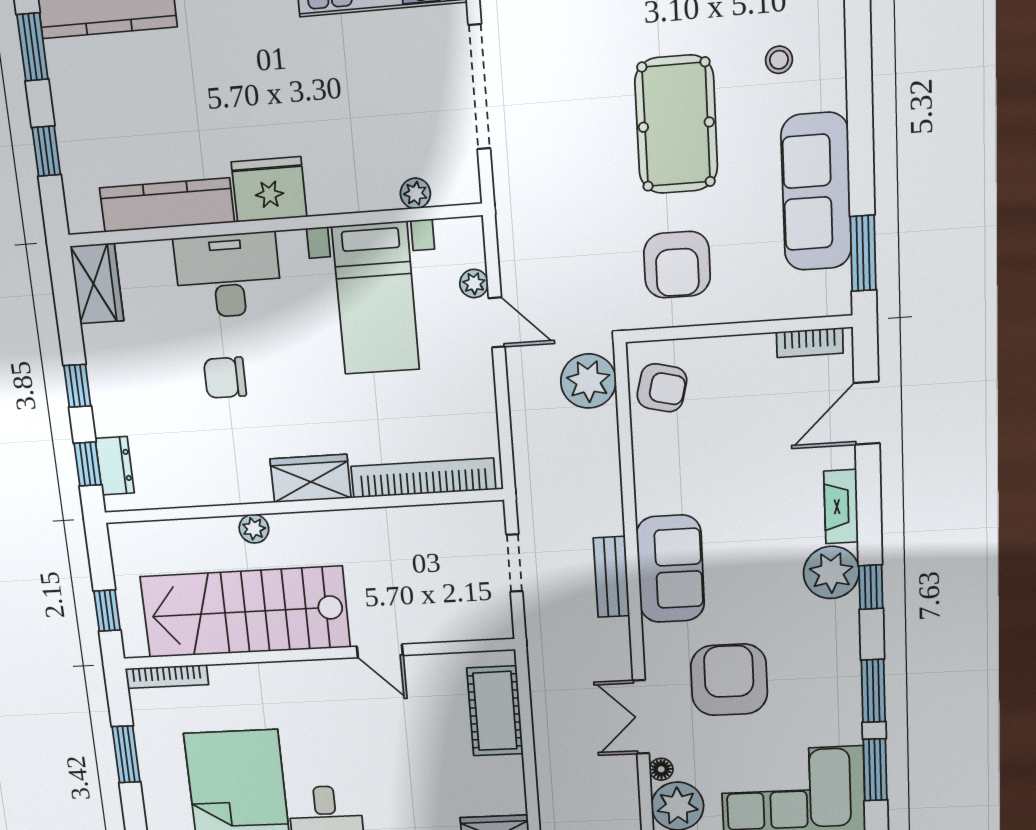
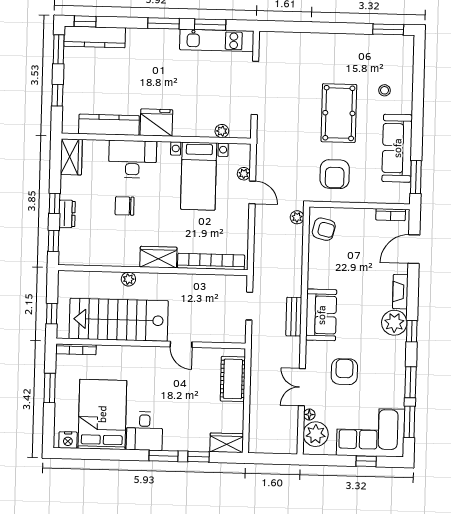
plant: (588, 381) -> (297, 217), width x0.53, depth x0.53
dresser: (115, 466) -> (67, 214), moved
armchair: (729, 680) -> (344, 372), width x0.73, depth x0.73

